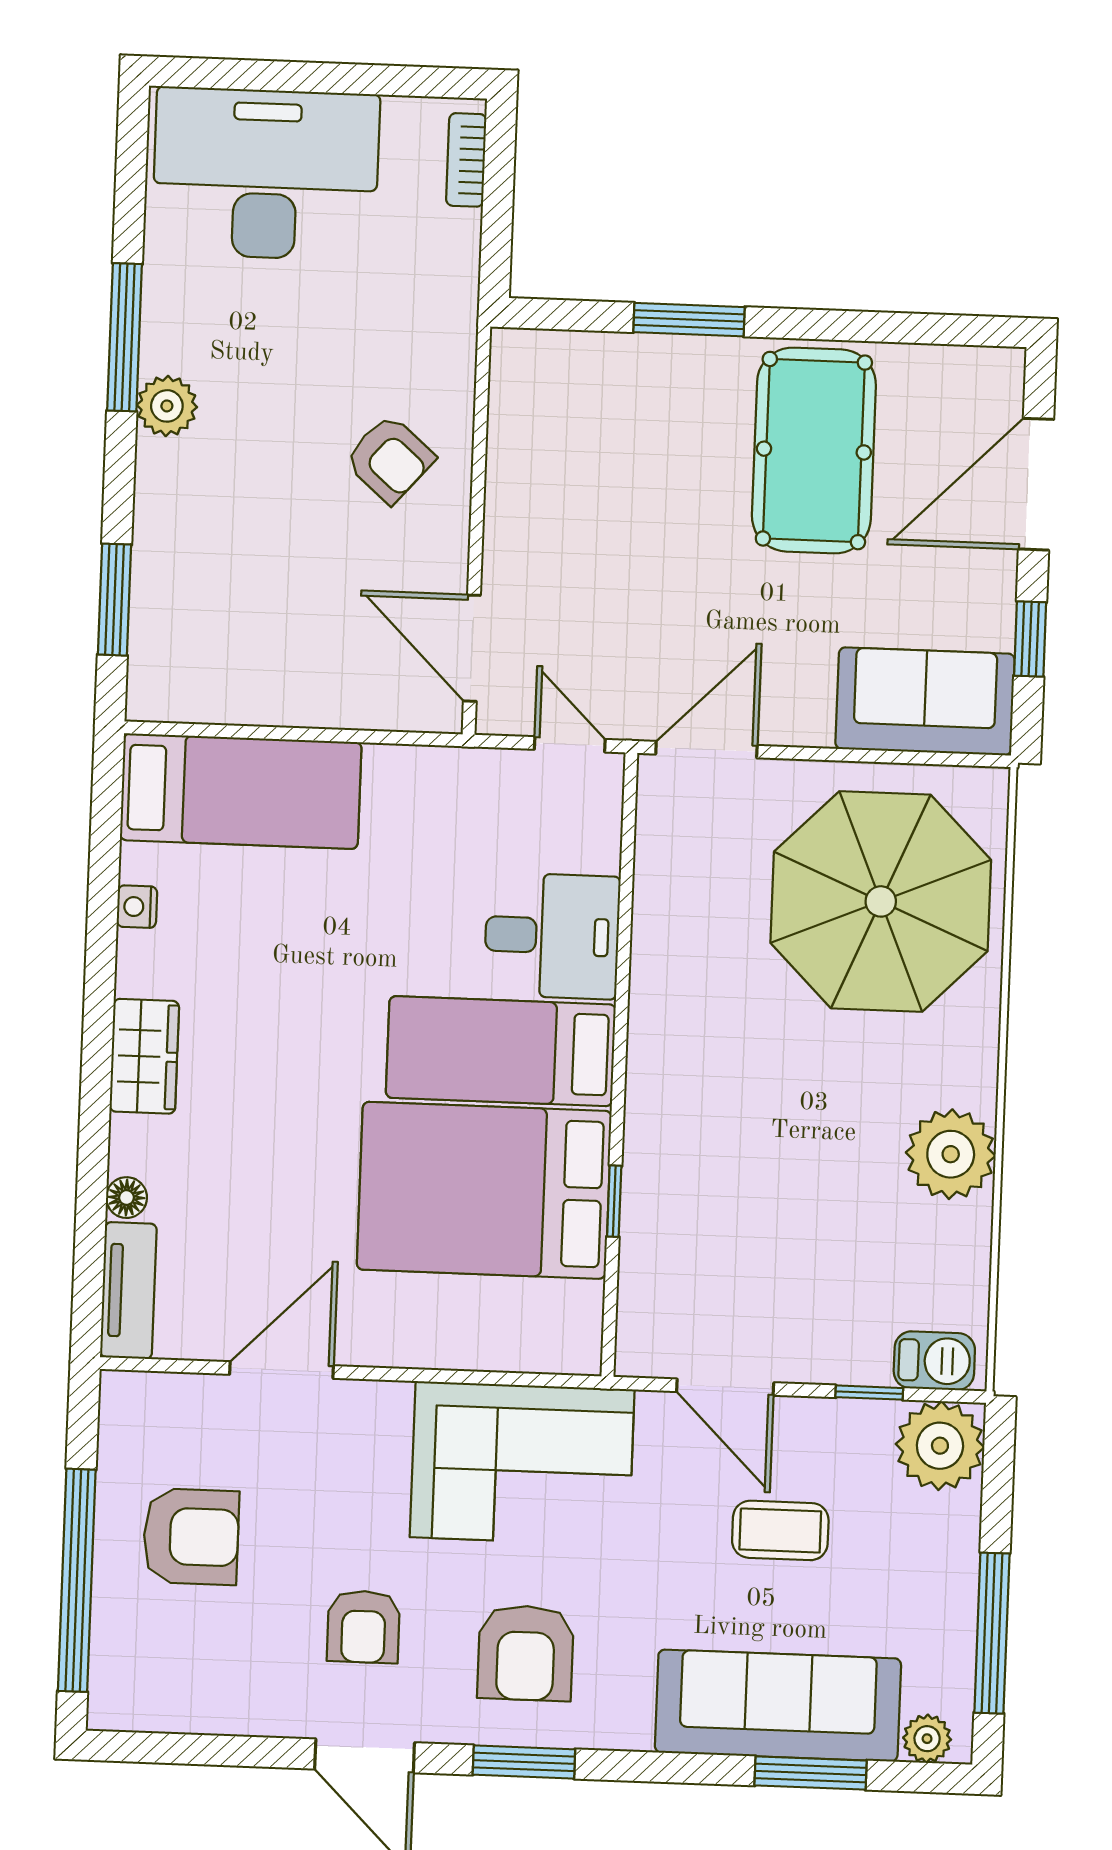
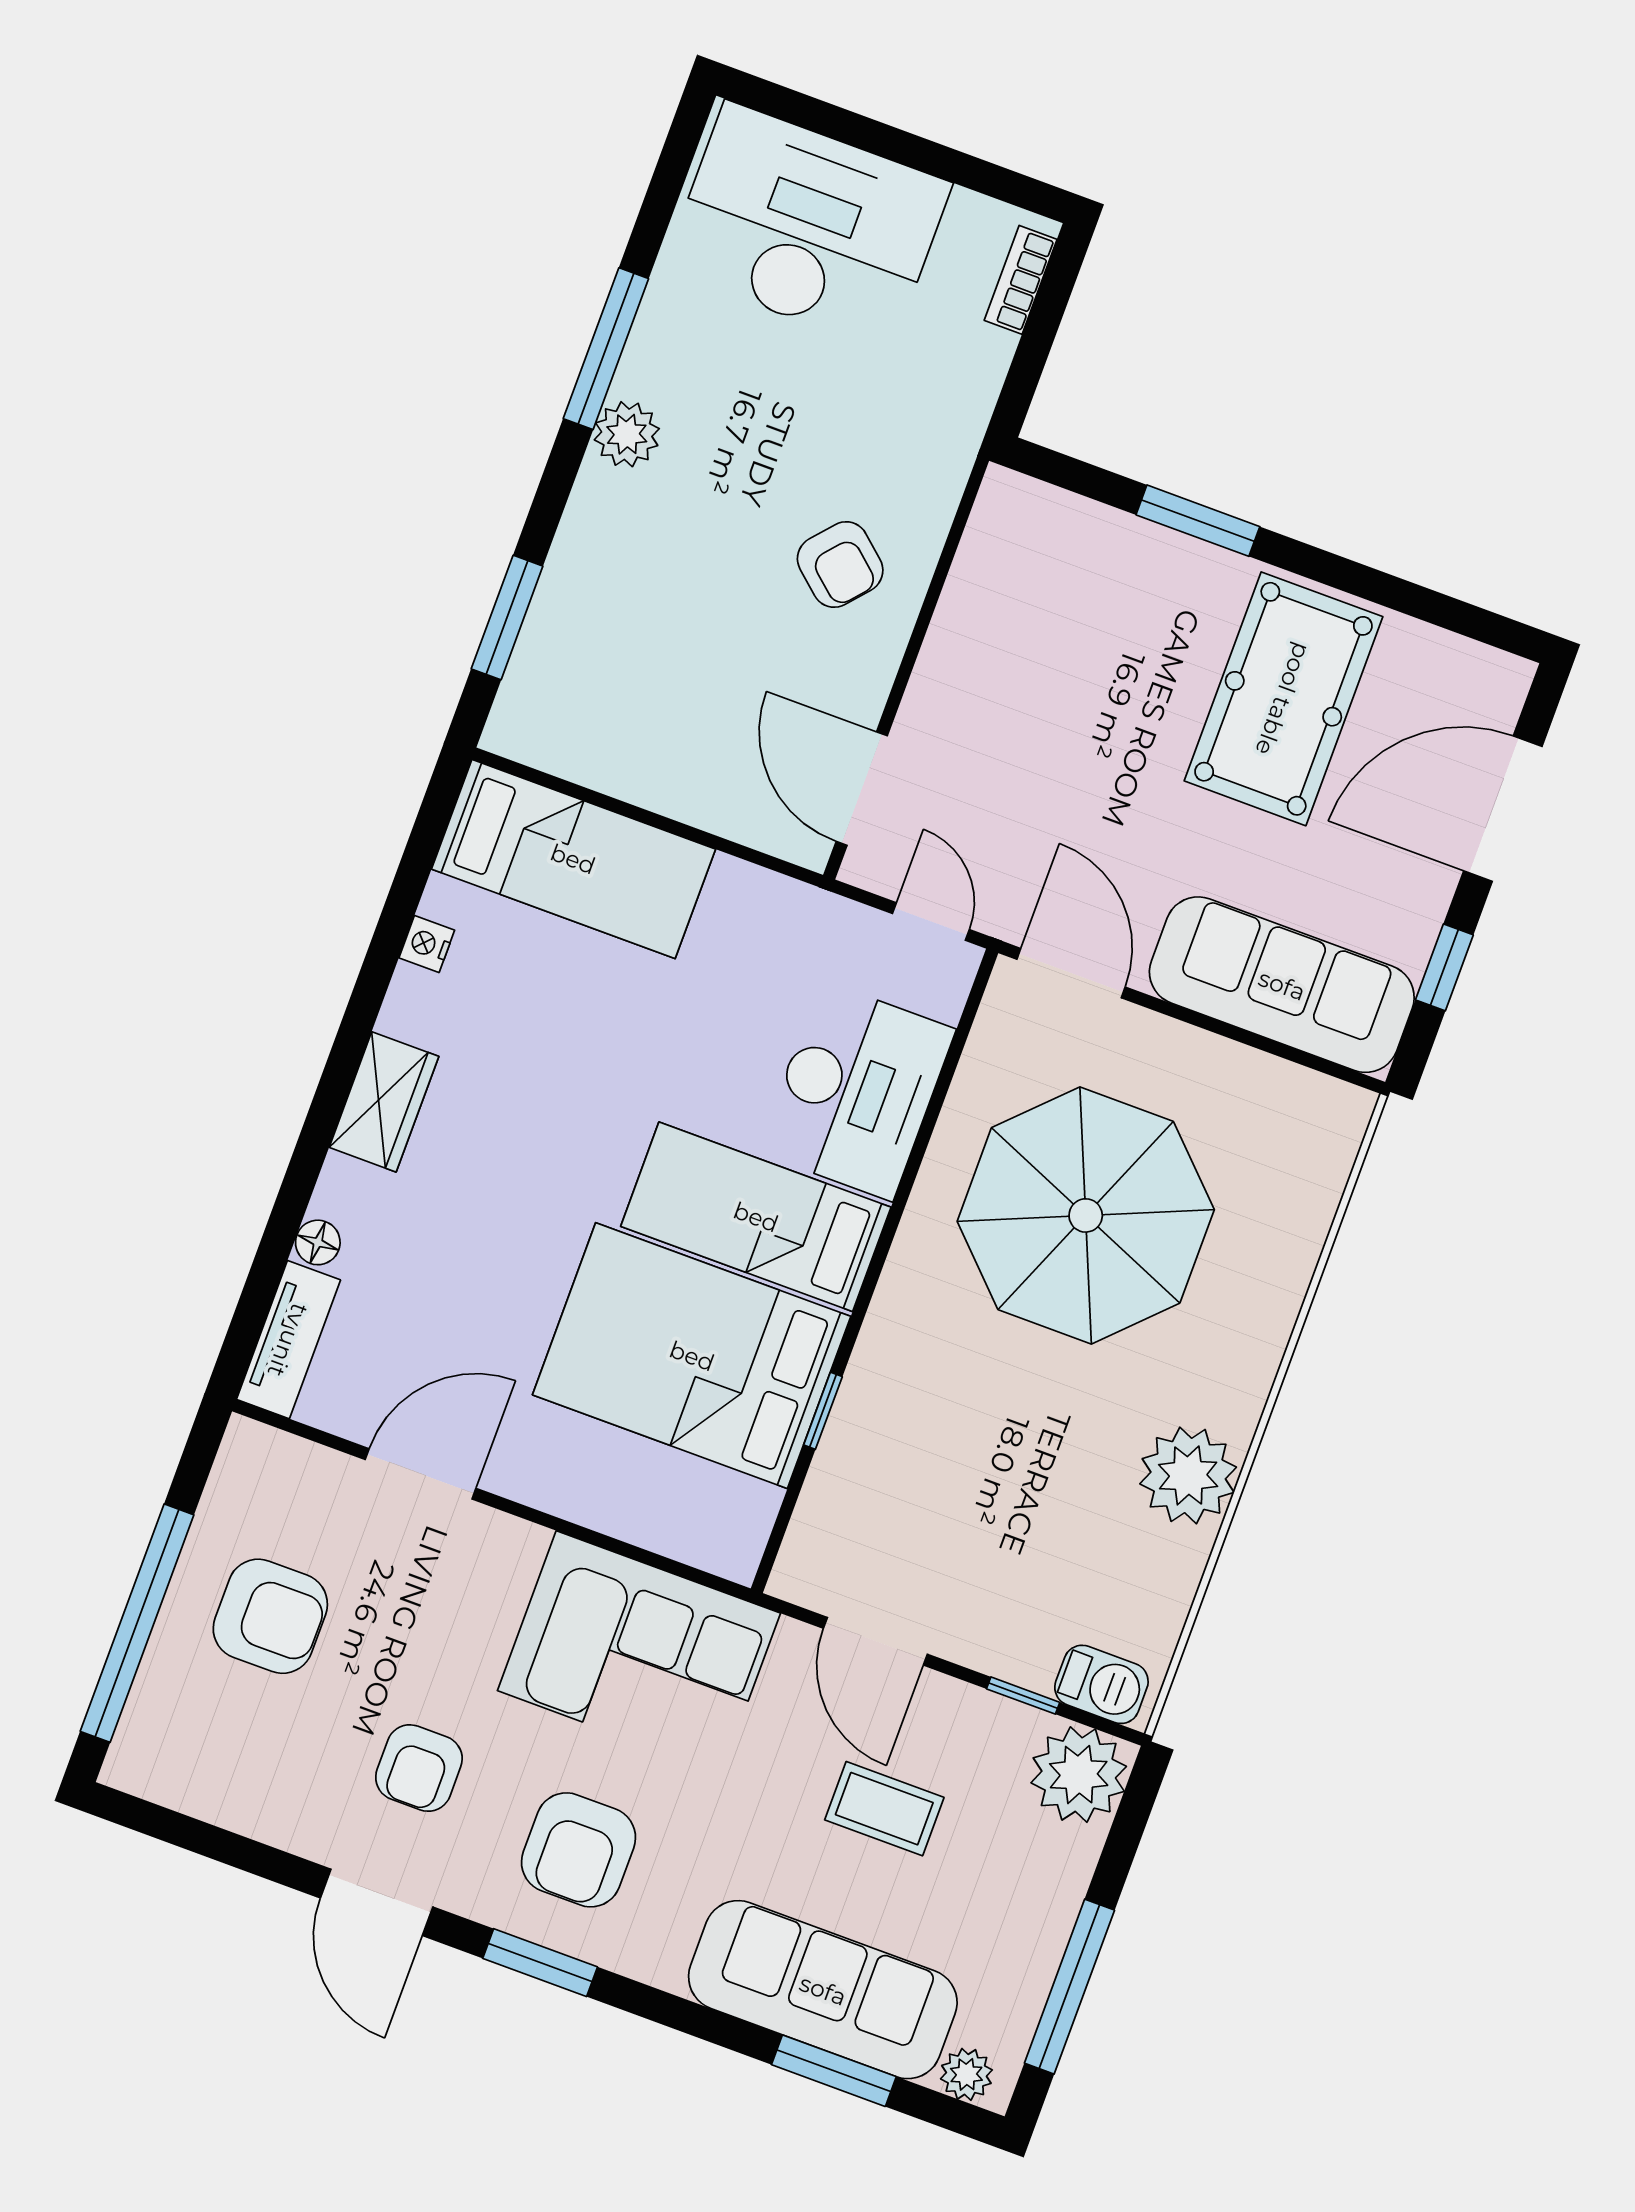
sofa: (925, 701) -> (1282, 985), width x1.36
door: (706, 750) -> (1071, 973), hinge flipped
parasol: (881, 901) -> (1086, 1215), moved
desk: (552, 936) -> (857, 1091), width x1.37

